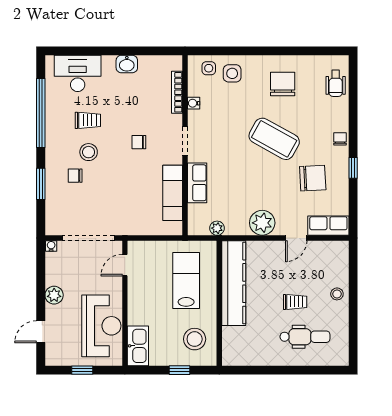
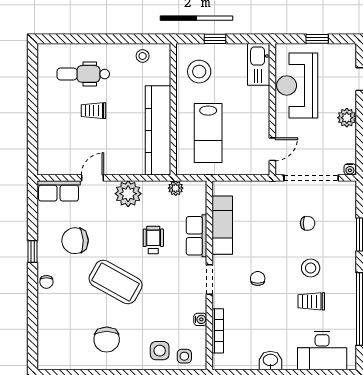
wheelchair: (336, 83) -> (153, 240), moved
chair: (139, 142) -> (258, 278), turned -90
chair: (75, 176) -> (308, 223), moved
stool: (337, 294) -> (143, 56), moved

